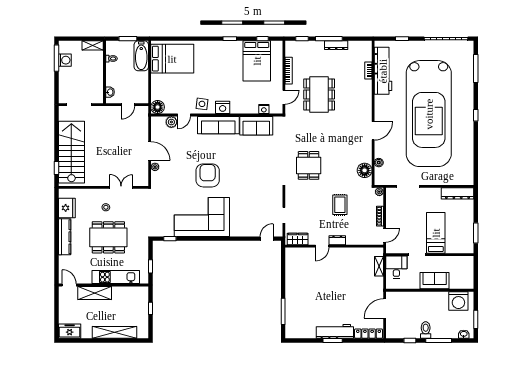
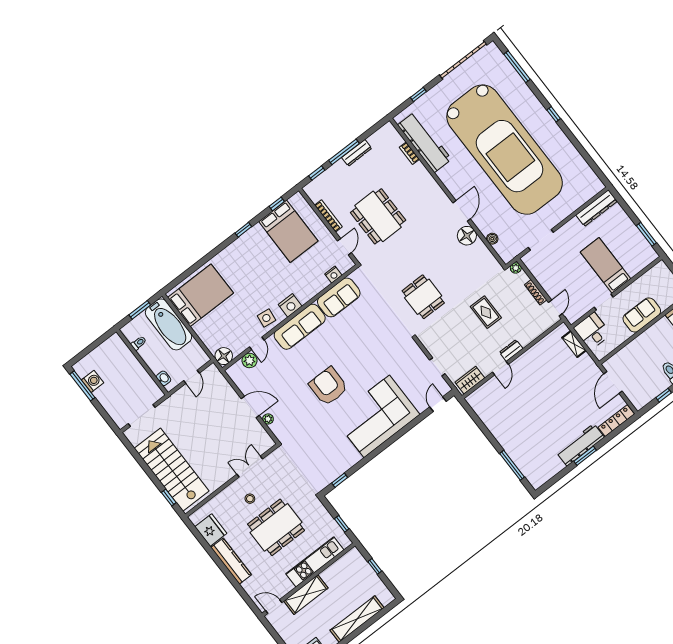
shelving: (93, 45) -> (109, 345), removed
bathtub: (141, 56) -> (169, 324), width x1.36, depth x1.36
floor lamp: (365, 170) -> (467, 236), moved
corner sofa: (202, 217) -> (377, 416), moved

